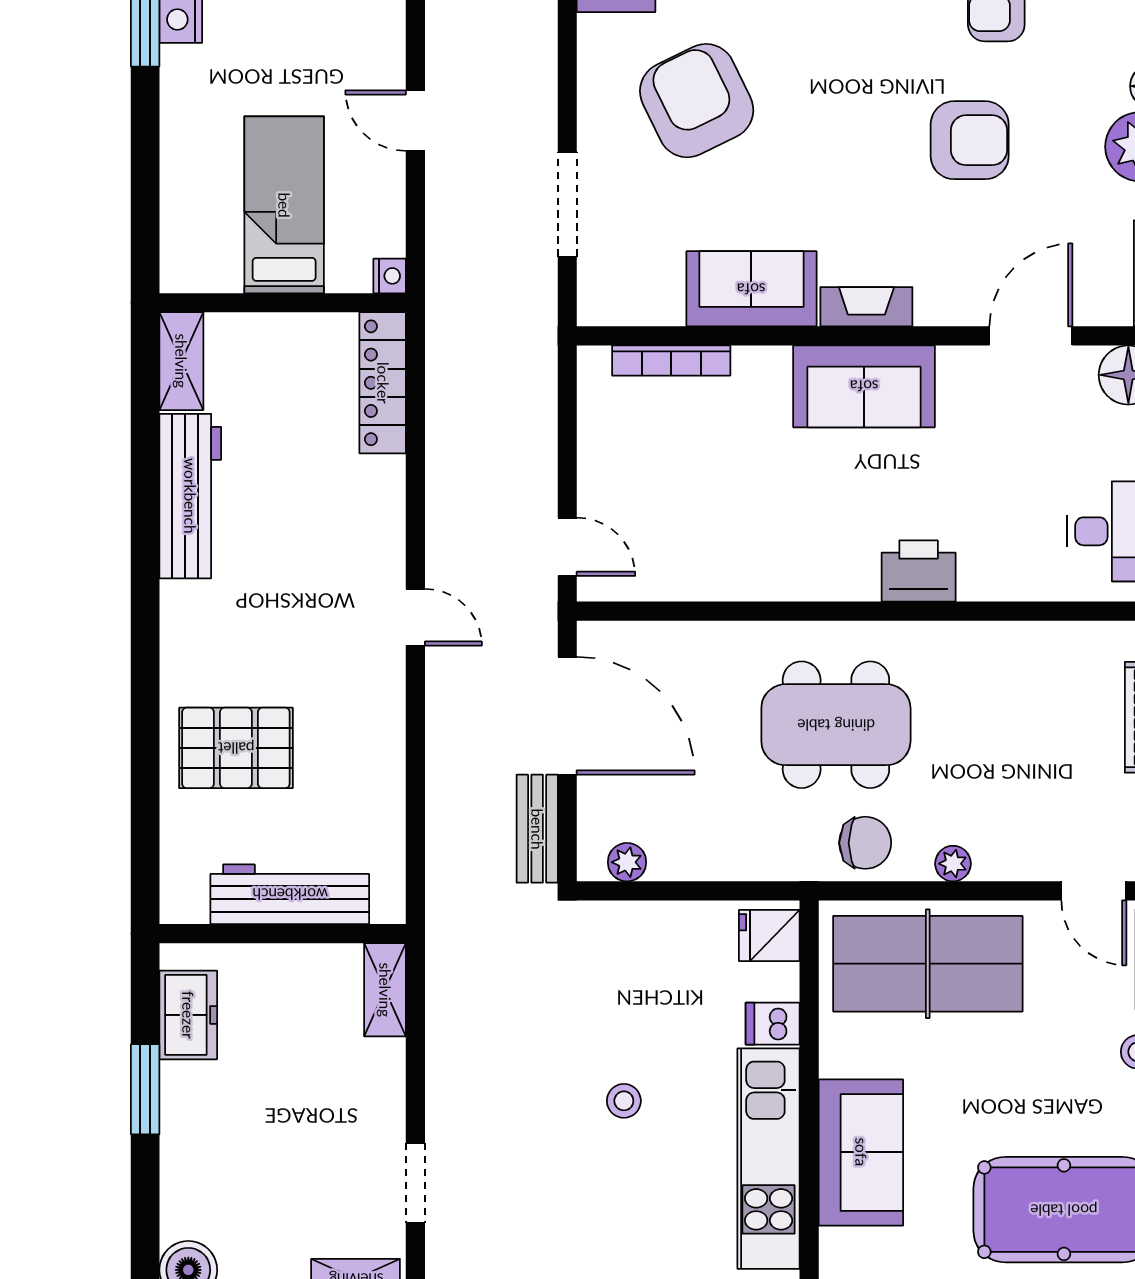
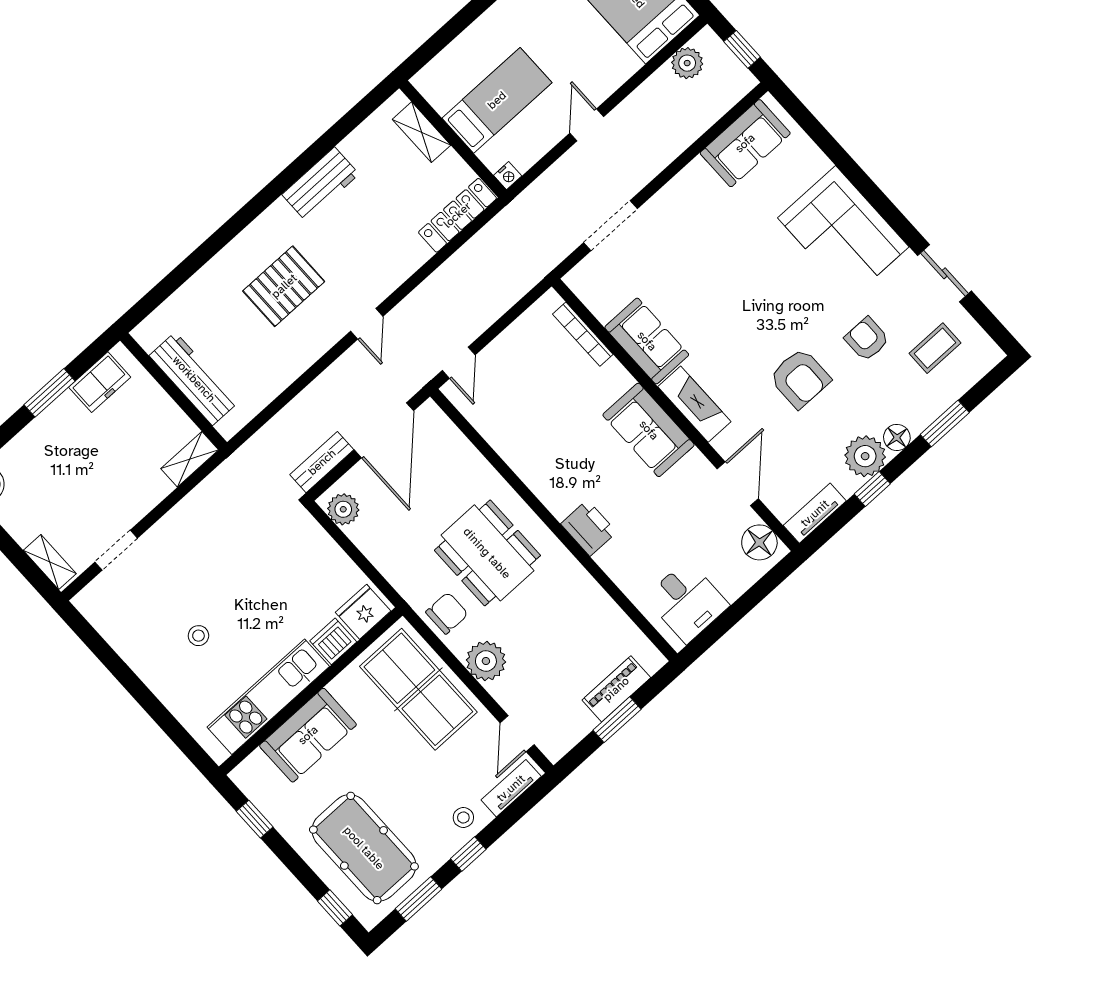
armchair: (697, 101) -> (708, 241), removed
fireplace: (866, 307) -> (694, 404), width x1.37, depth x1.32
door: (1031, 336) -> (738, 484), hinge flipped
shelving: (181, 361) -> (421, 132), moved, turned 90
workbench: (190, 496) -> (320, 184), width x0.73
pallet: (236, 748) -> (284, 286), moved, turned 90
chair: (865, 843) -> (447, 613), turned -90
plant: (627, 862) -> (343, 509), width x1.38, depth x1.38
plant: (953, 864) -> (486, 661), width x1.87, depth x1.87
fridge: (769, 936) -> (363, 612), width x1.38
dishwasher: (773, 1024) -> (333, 641), width x1.38
stool: (624, 1101) -> (198, 636), moved

